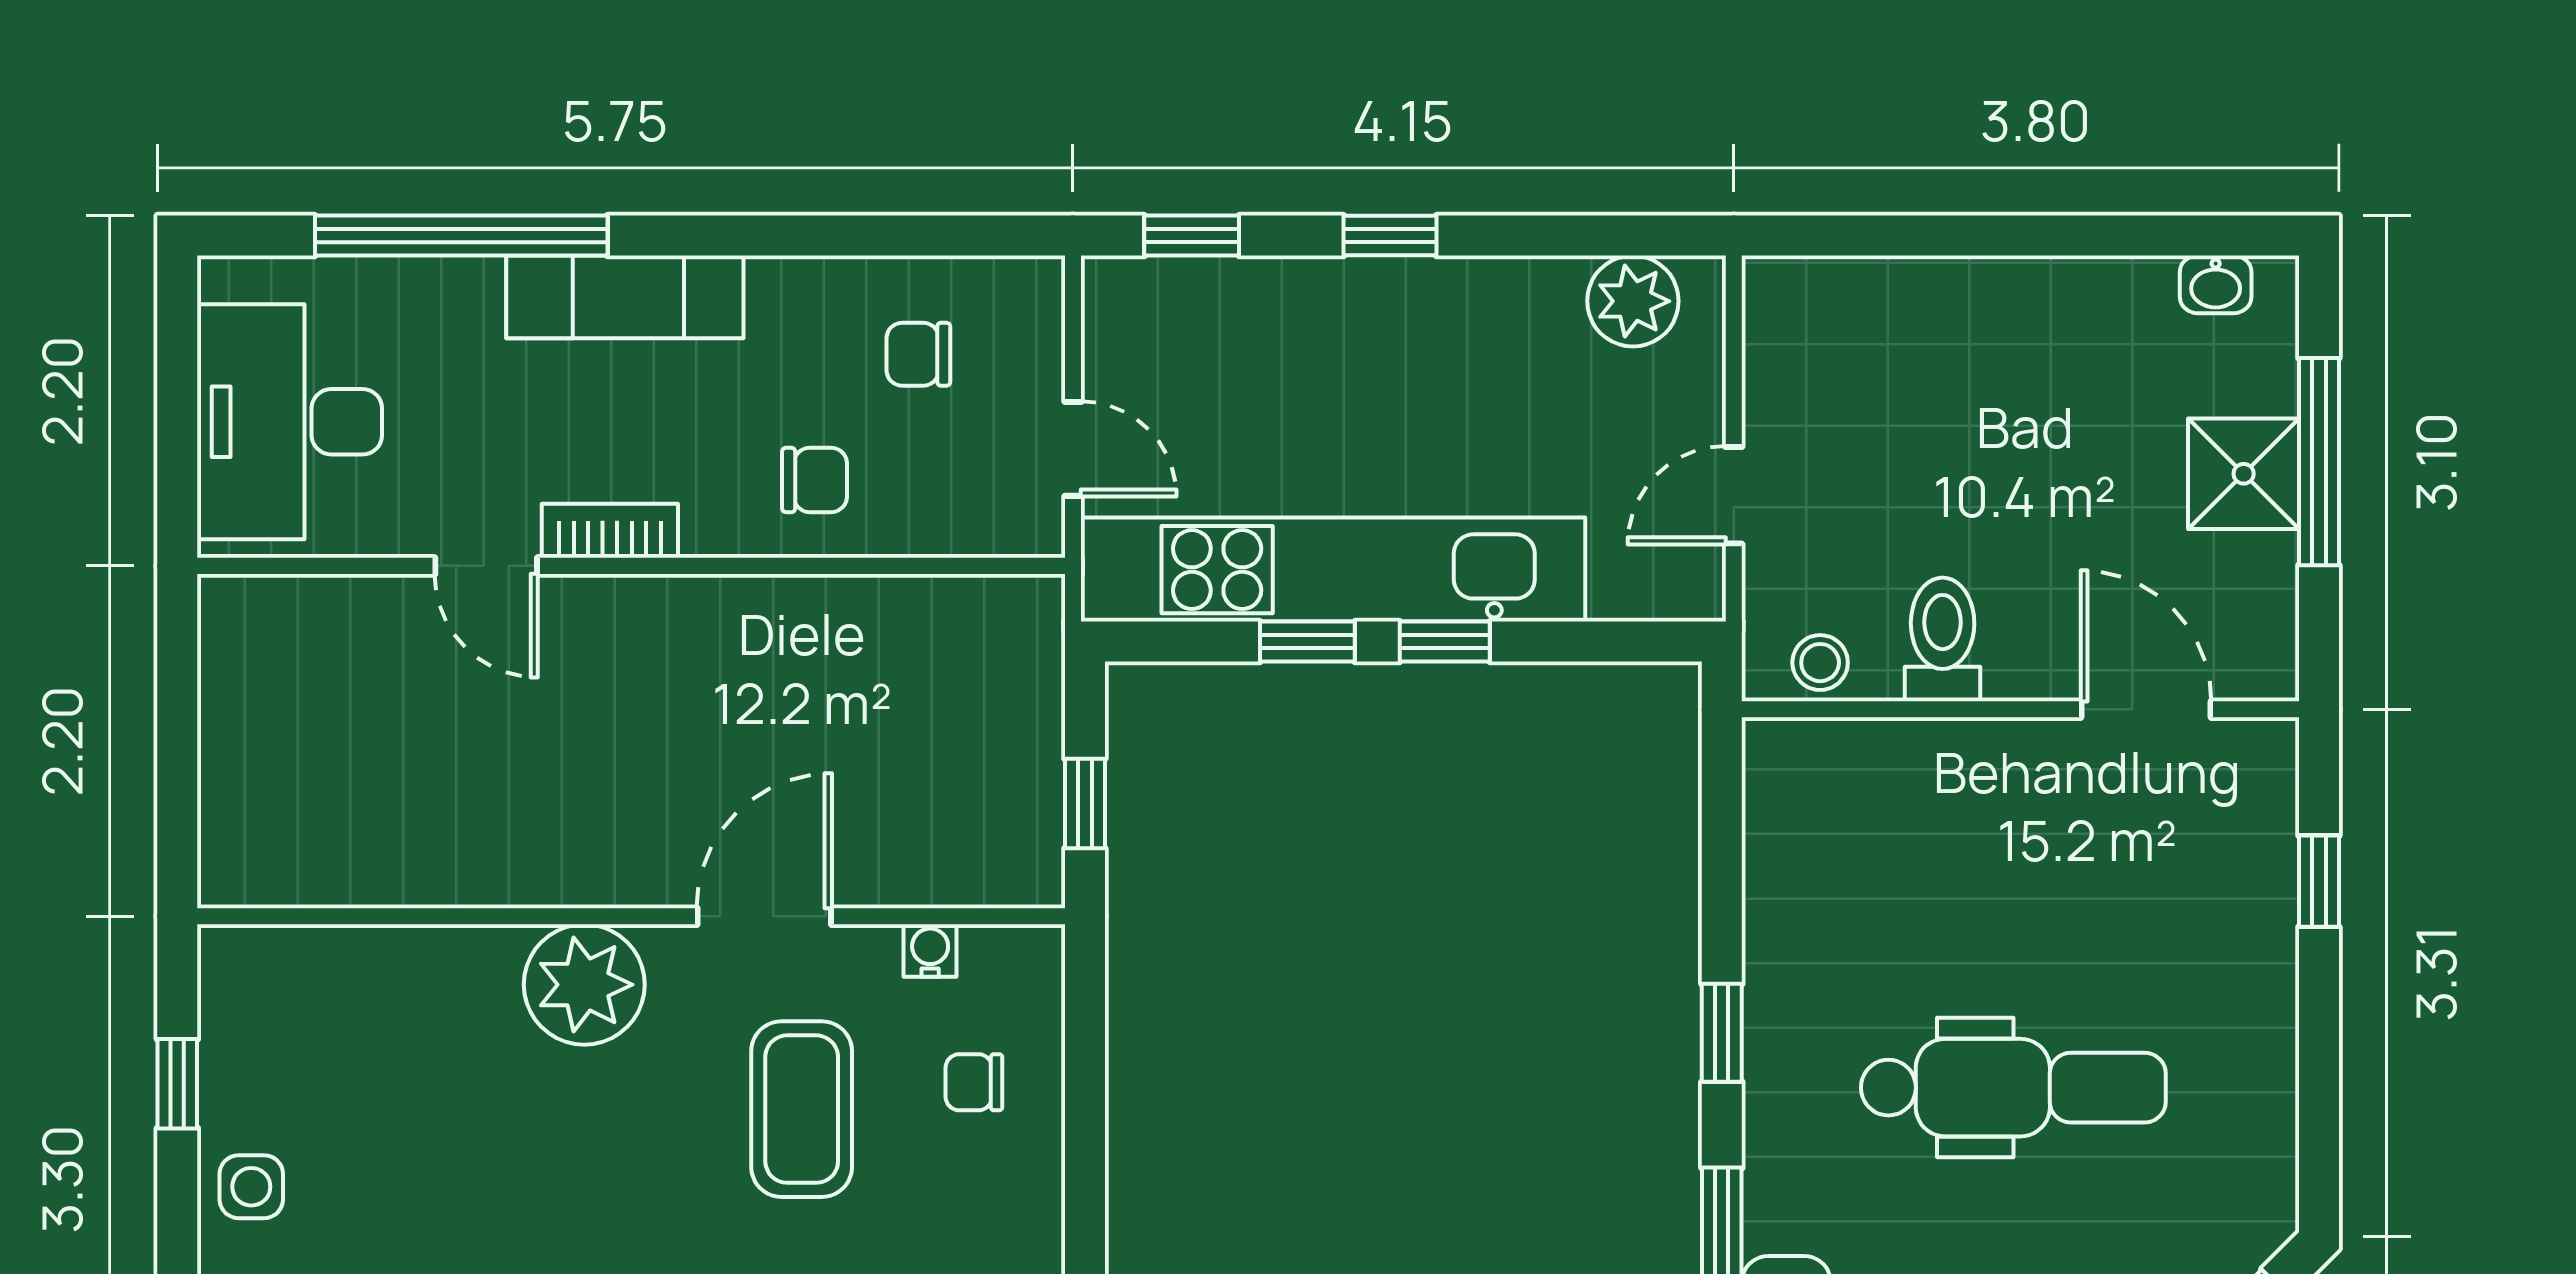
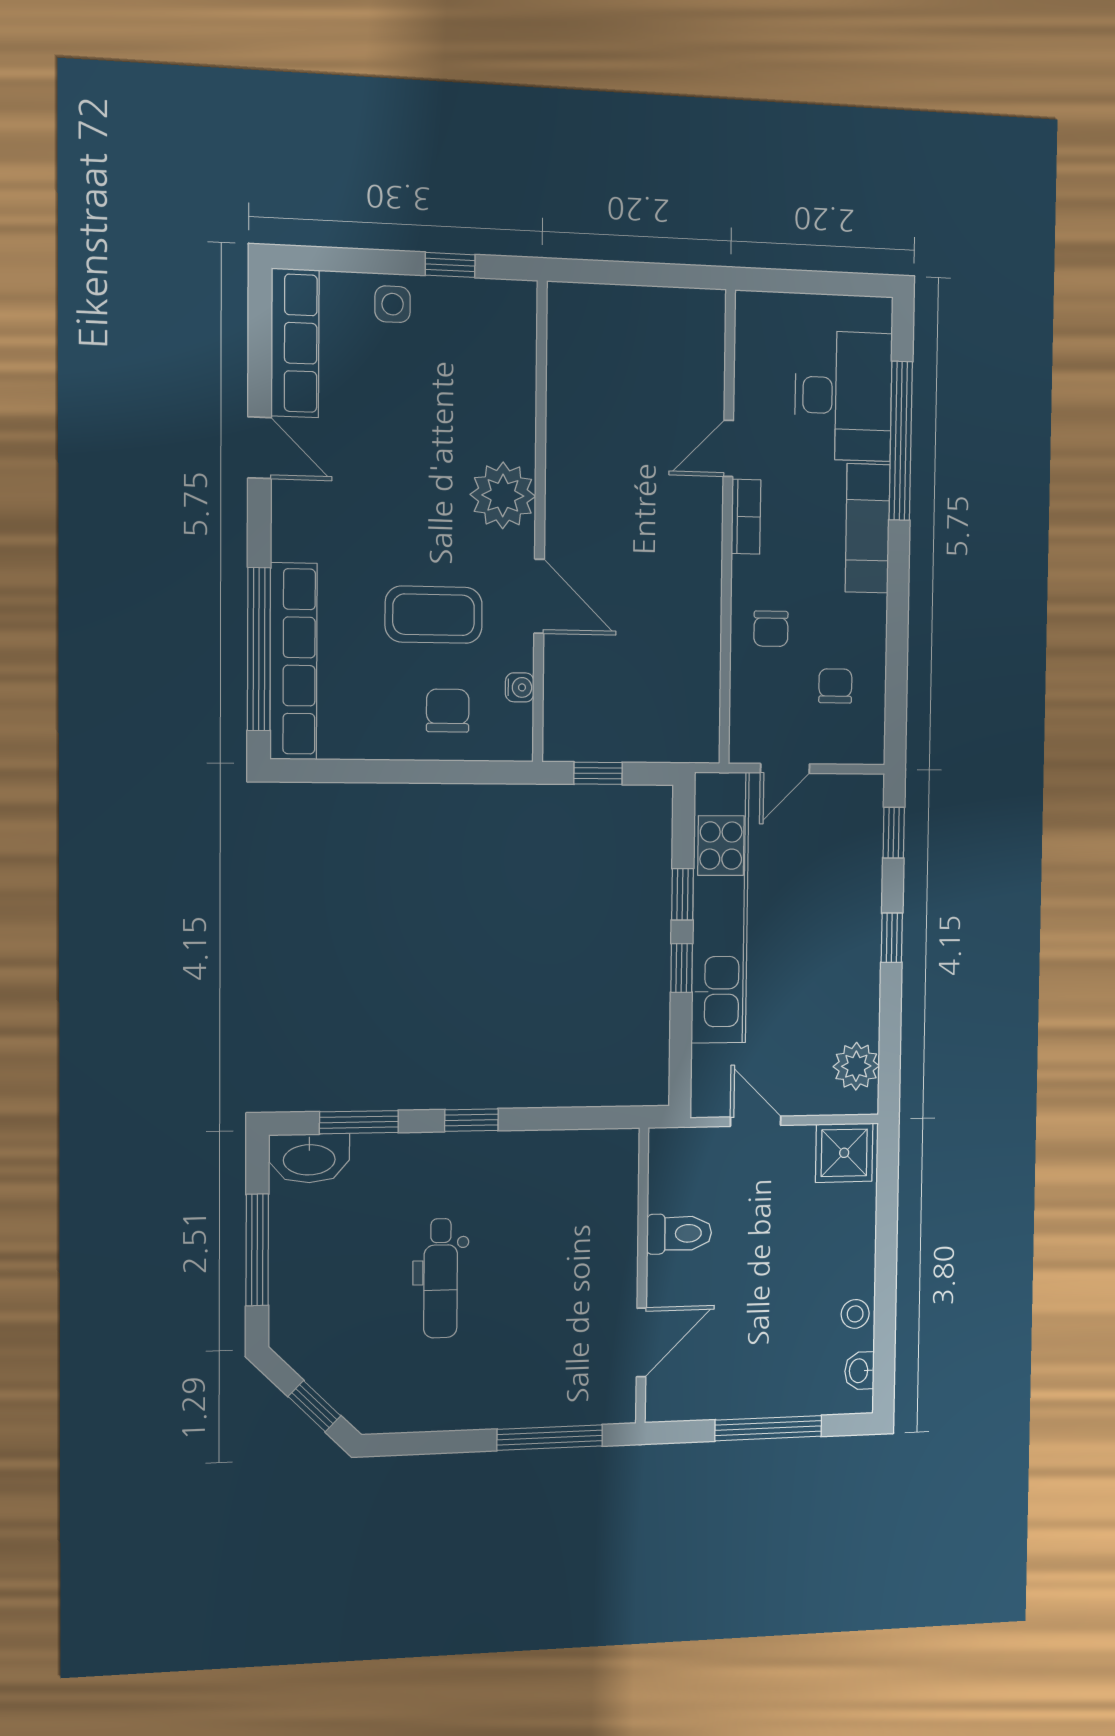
desk: (290, 422) -> (843, 396), moved, turned 90
shower: (2244, 474) -> (844, 1153), moved
stool: (1820, 663) -> (855, 1314), moved
window: (2319, 881) -> (550, 1438), width x2.17
chair: (974, 1082) -> (448, 711), width x1.37, depth x1.37
dental chair: (2013, 1088) -> (441, 1278), width x0.73, depth x0.72

